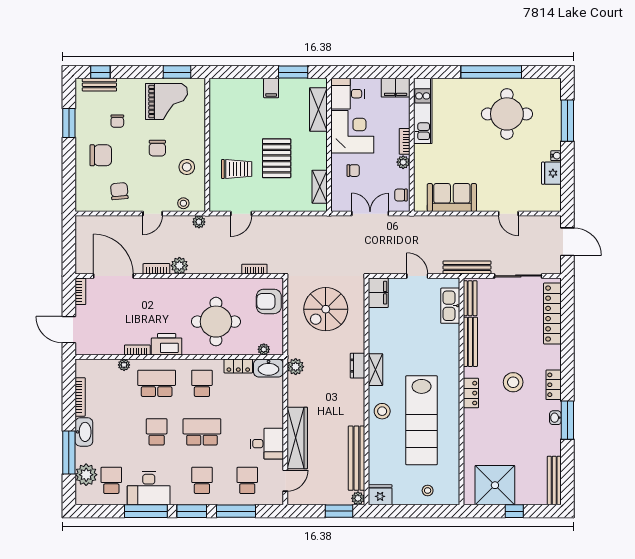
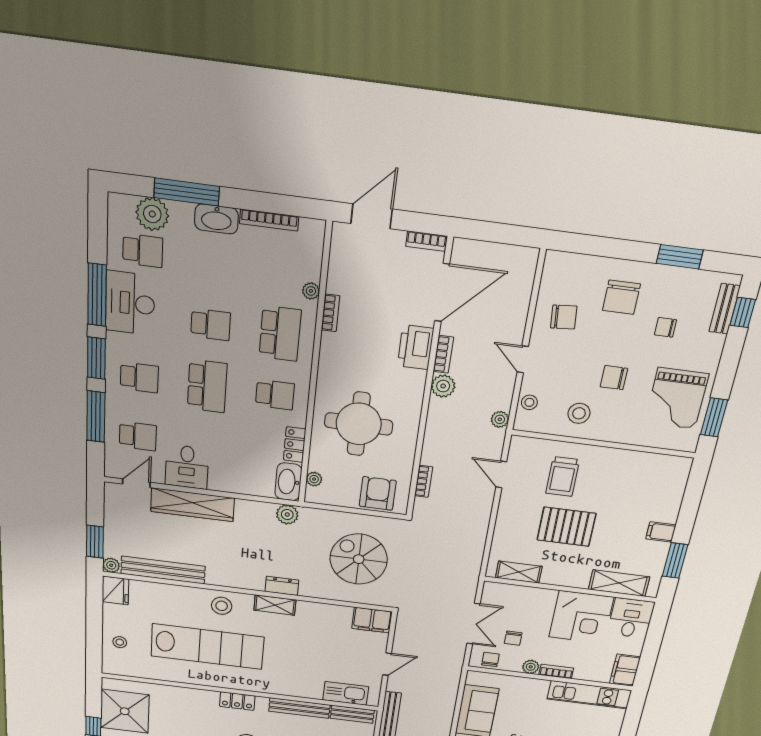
chair: (353, 171) -> (513, 638), moved
printer: (167, 344) -> (416, 347), moved, turned 180
lab bench: (422, 420) -> (207, 647), turned 180
door: (285, 481) -> (136, 483), swing flipped

